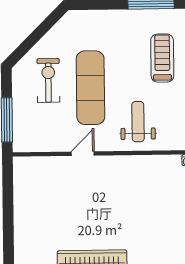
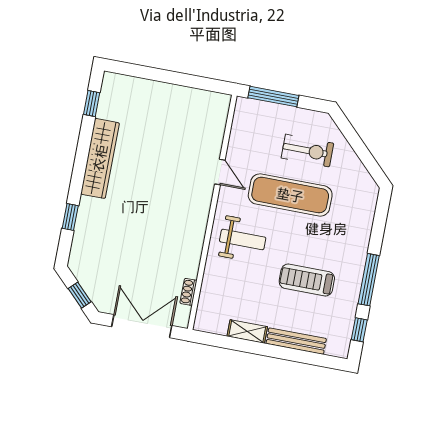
treadmill: (162, 58) -> (307, 280), turned 180

